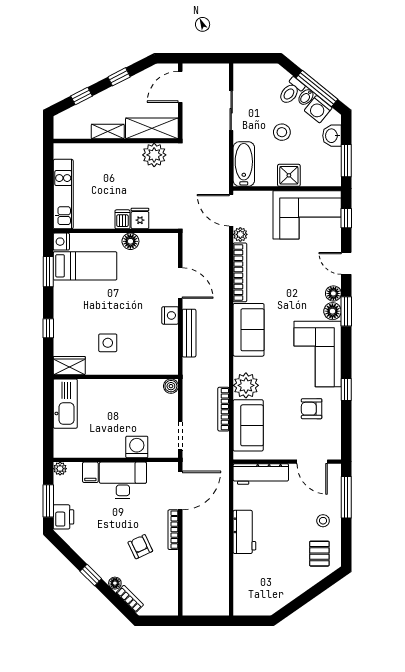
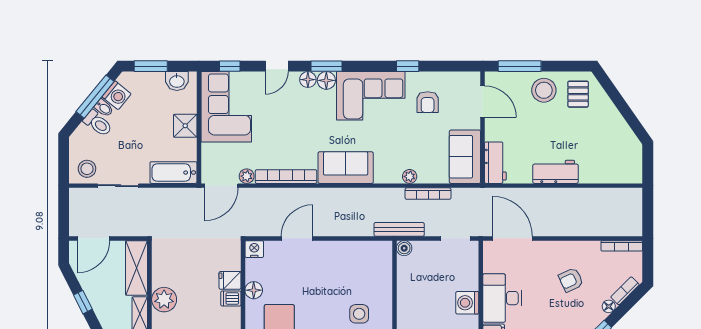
door: (180, 87) -> (93, 238), hinge flipped
stool: (282, 132) -> (87, 169), moved
washbasin: (332, 136) -> (177, 81), moved
plant: (154, 155) -> (164, 300), moved
window: (346, 161) -> (151, 66), moved
nightstand: (170, 315) -> (254, 249), moved
bench: (189, 333) -> (399, 229), moved
plant: (246, 385) -> (410, 176), width x0.53, depth x0.53
sofa: (248, 425) -> (465, 157), moved, turned -90
washing machine: (137, 447) -> (467, 303), moved
door: (312, 462) -> (483, 102), hinge flipped
workbench: (261, 474) -> (495, 163), width x0.73
stool: (323, 521) -> (544, 90), width x1.89, depth x1.89
bookcase: (173, 530) -> (622, 246), moved
pallet: (319, 554) -> (578, 94), turned 90

